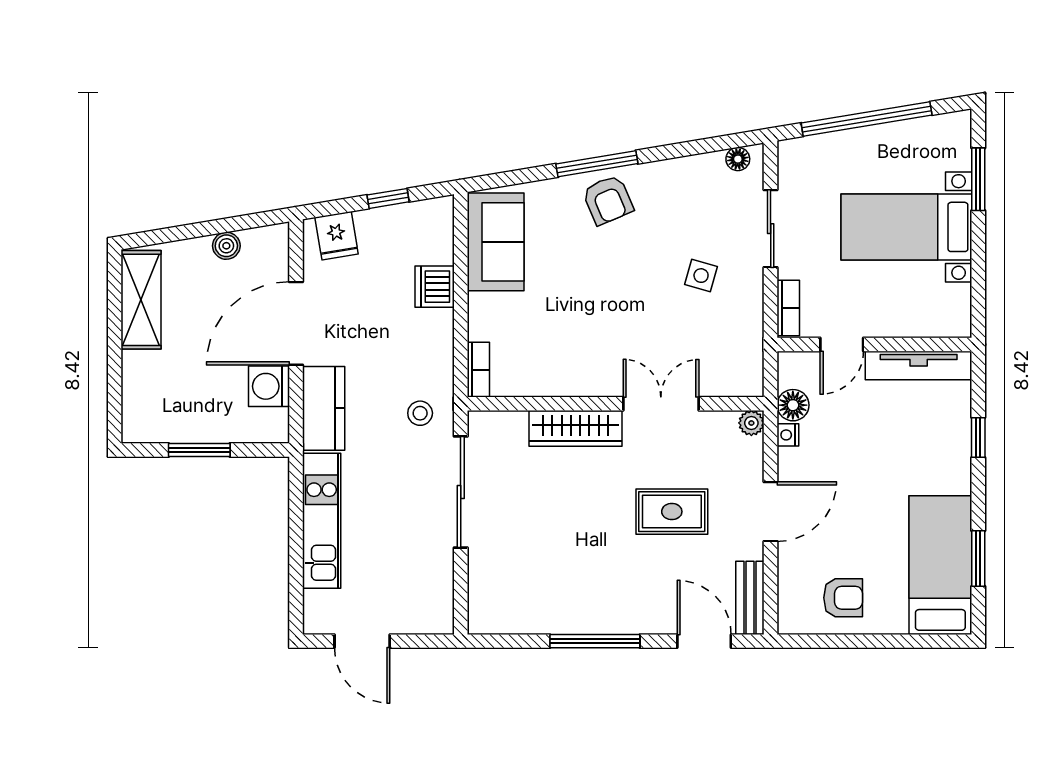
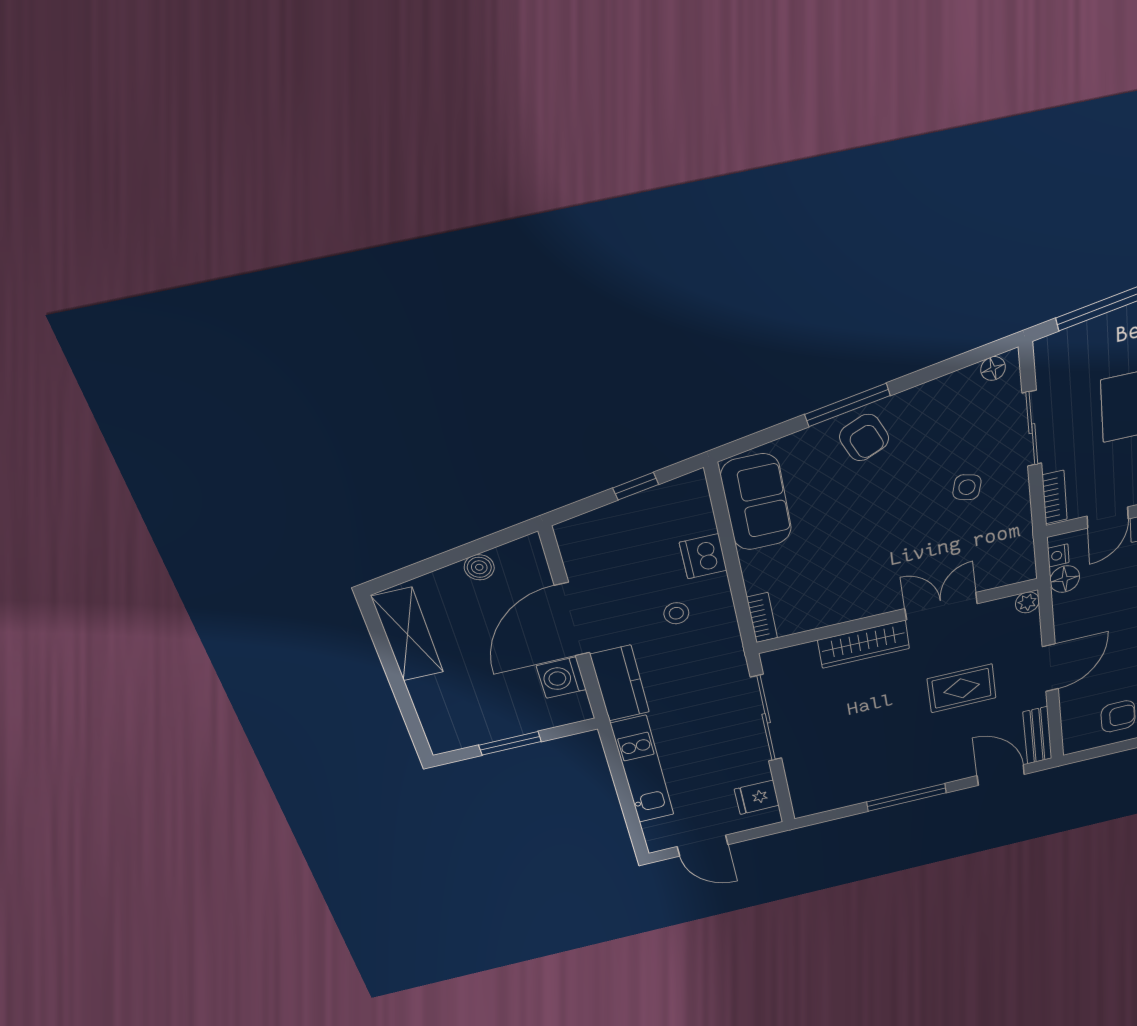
fridge: (337, 236) -> (757, 797), moved, turned 99
stool: (420, 413) -> (676, 613), moved
nightstand: (788, 435) -> (1058, 555), moved

